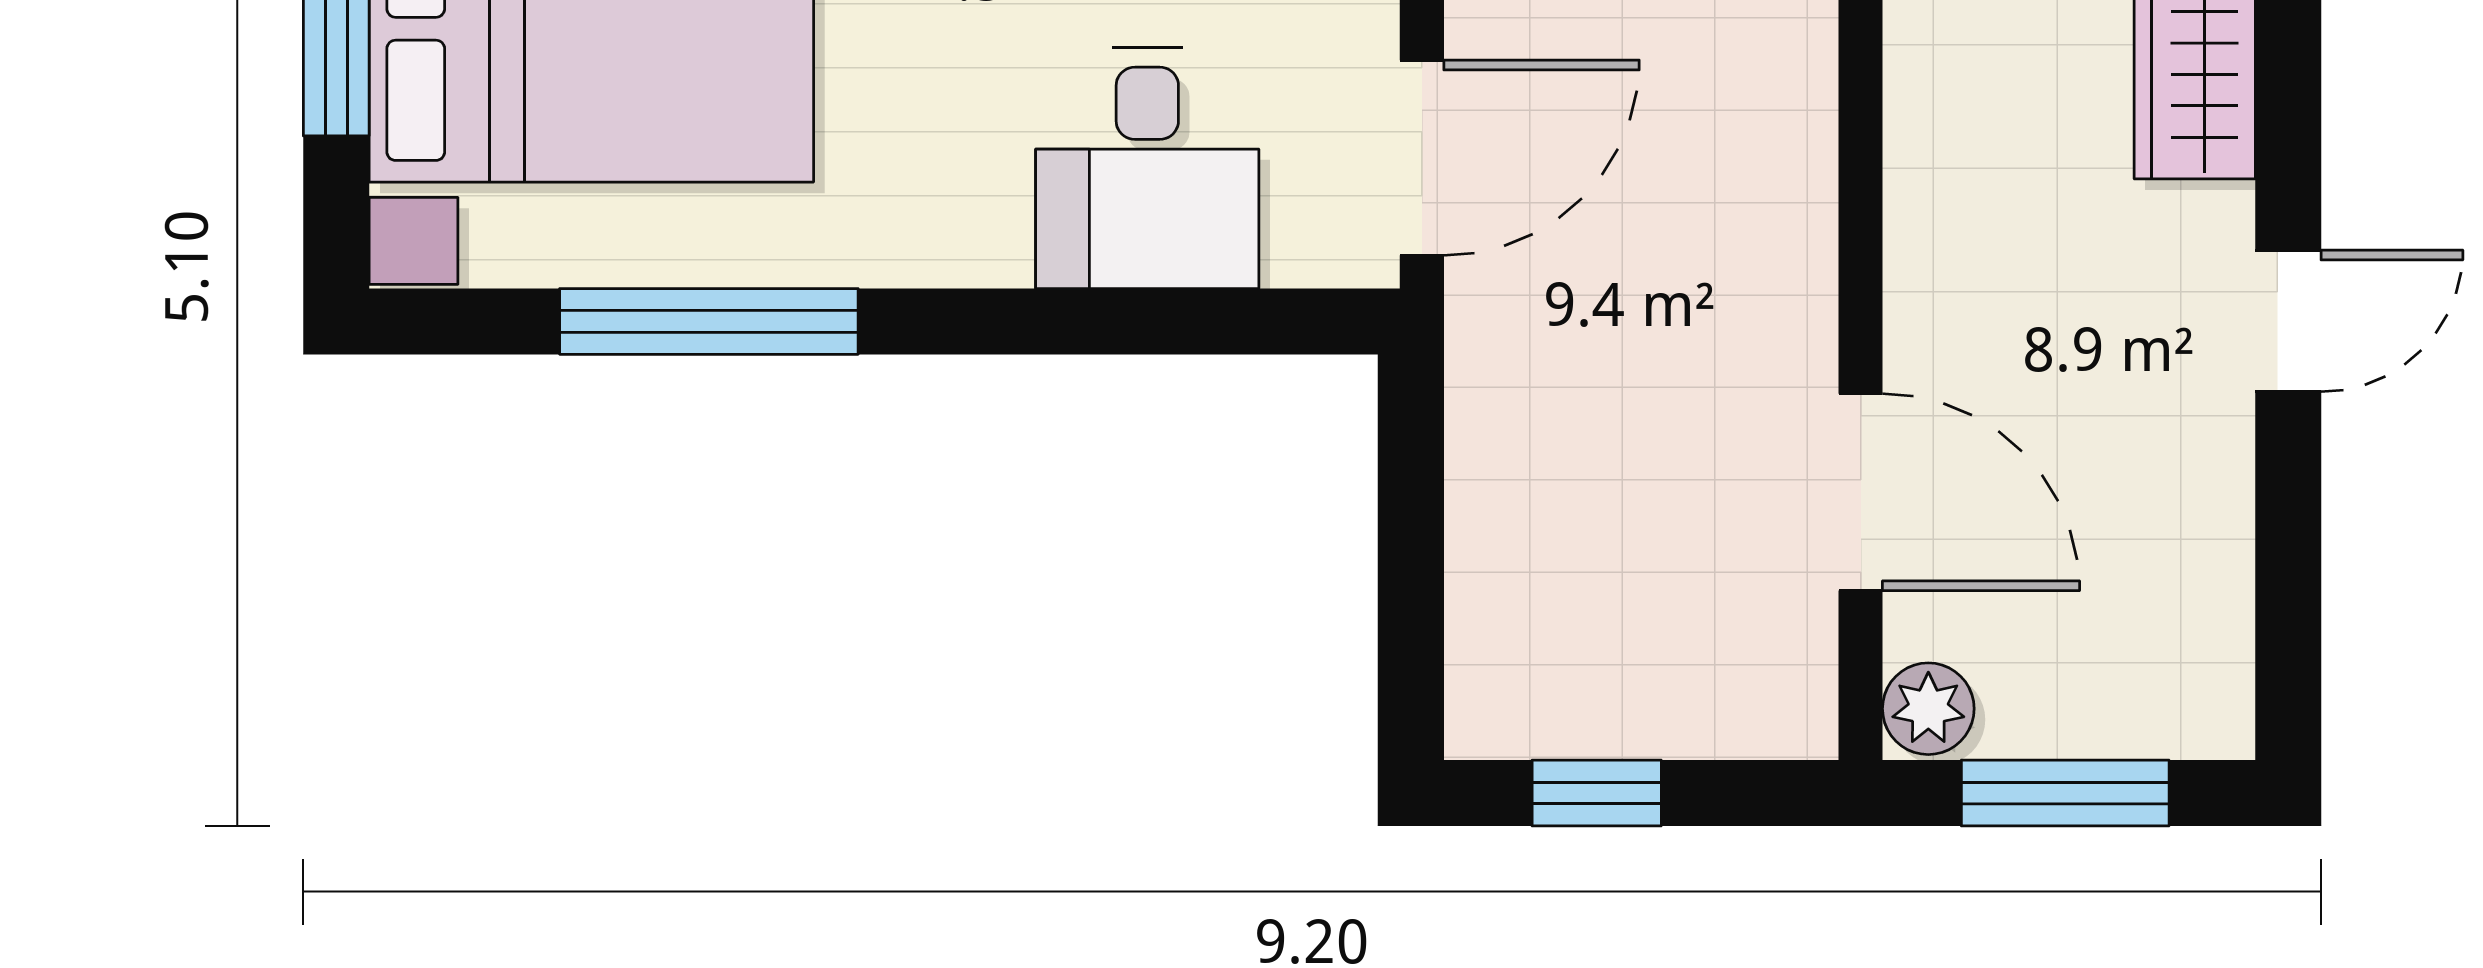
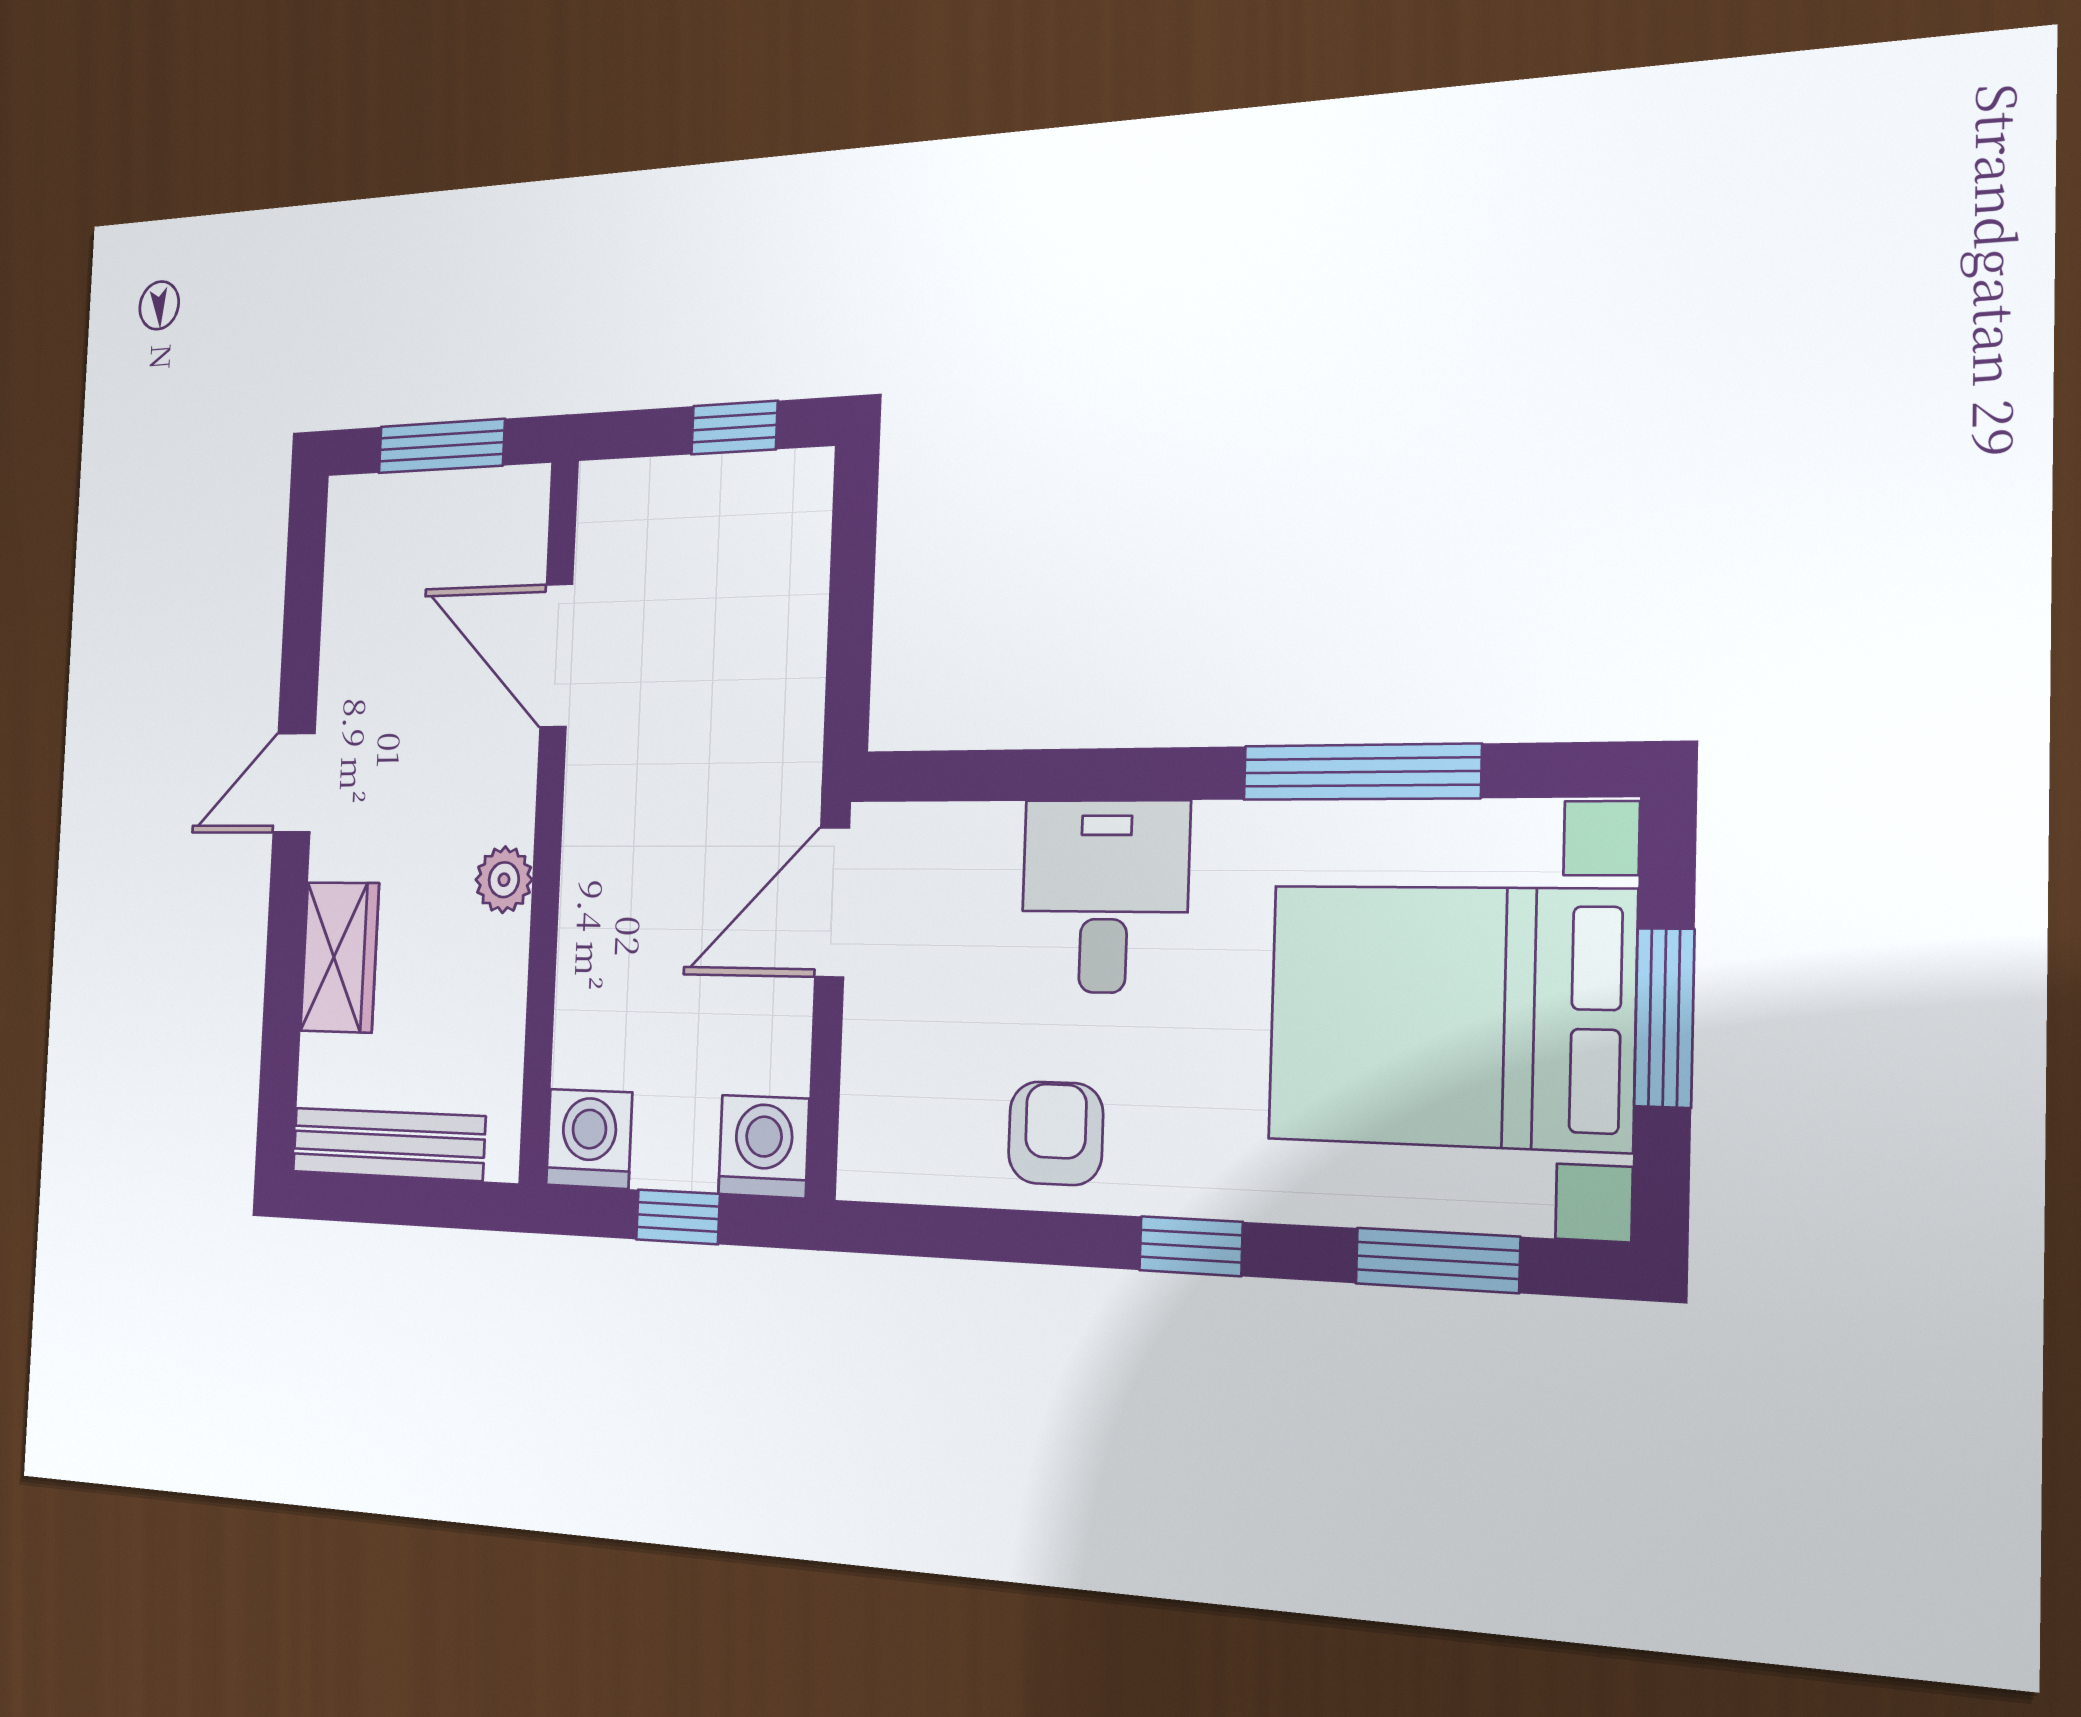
desk: (1147, 168) -> (1105, 896), moved
plant: (1928, 709) -> (504, 880), moved

